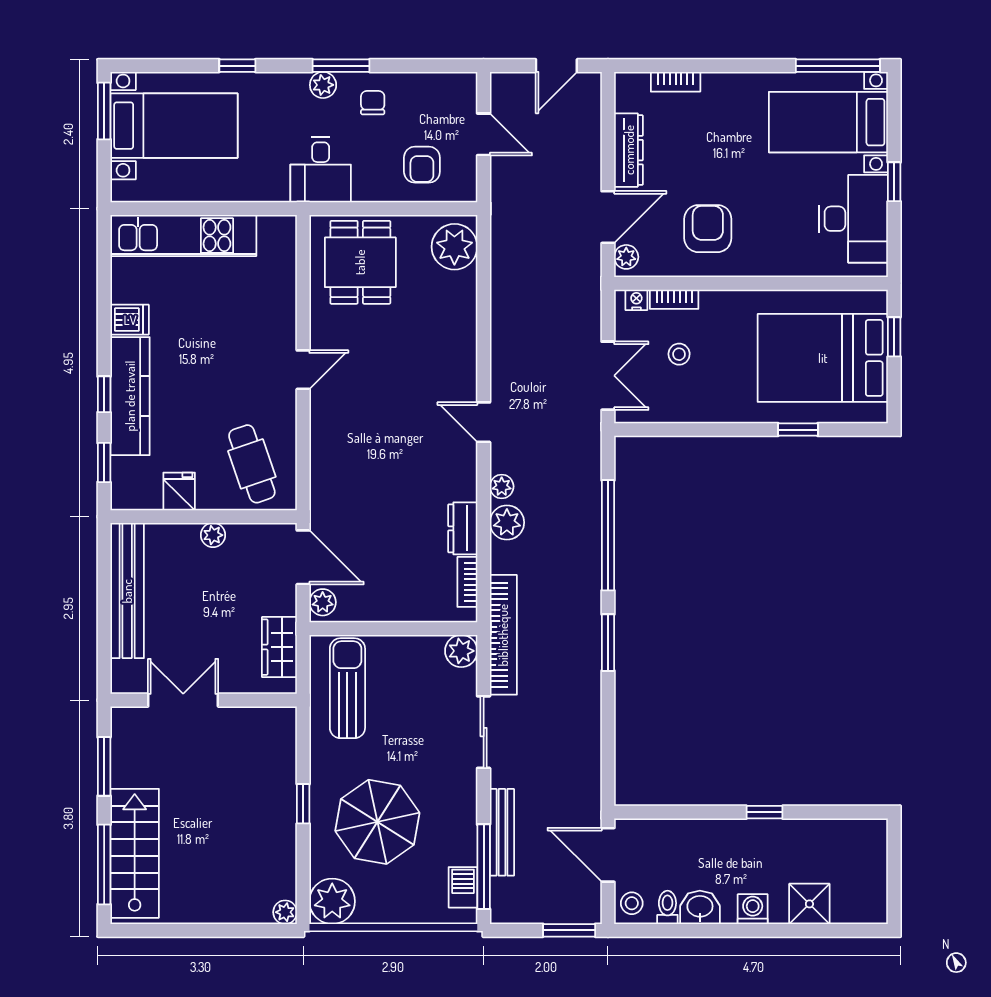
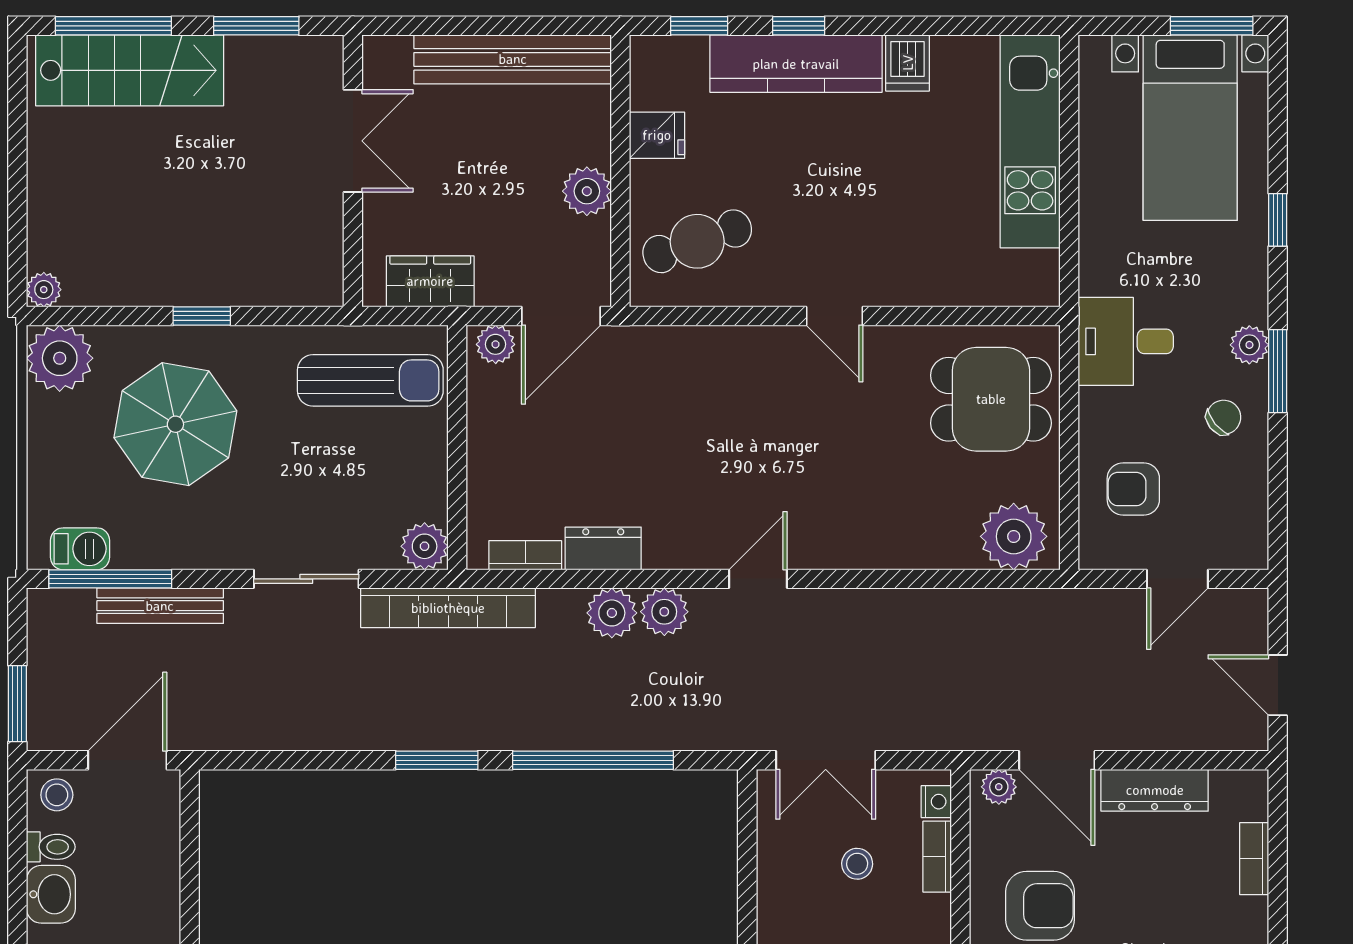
chair: (373, 103) -> (1224, 417), turned -39
plant: (502, 486) -> (664, 612), width x1.38, depth x1.38
plant: (213, 535) -> (587, 191), width x1.38, depth x1.38

